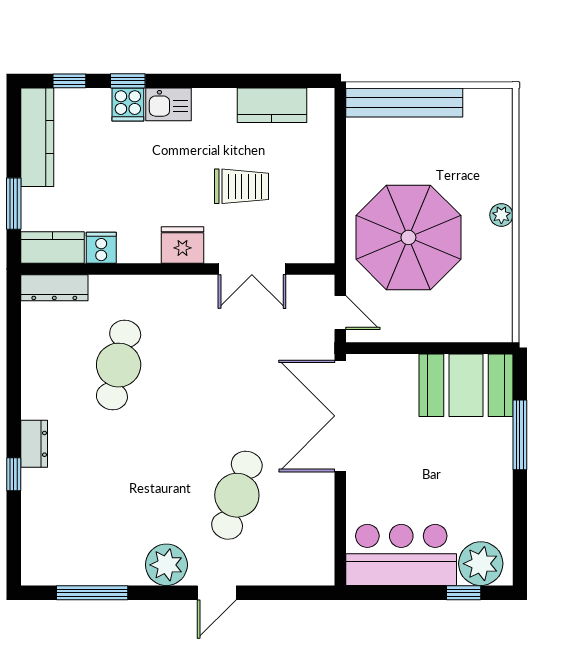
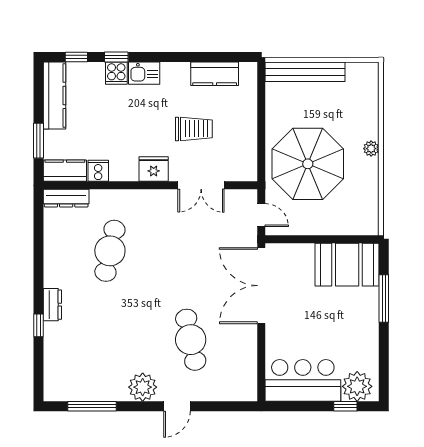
cafe table: (237, 495) -> (191, 340), turned -30

